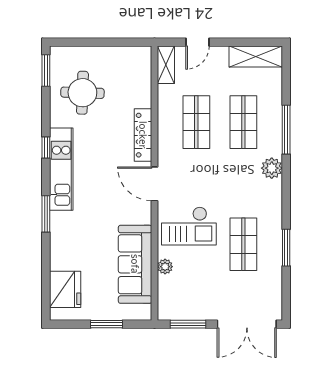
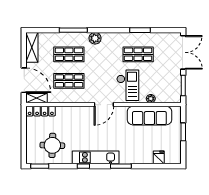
door: (197, 42) -> (24, 80), width x1.88
locker: (143, 135) -> (41, 111), moved
fridge: (65, 289) -> (159, 157), width x0.53, depth x0.75

